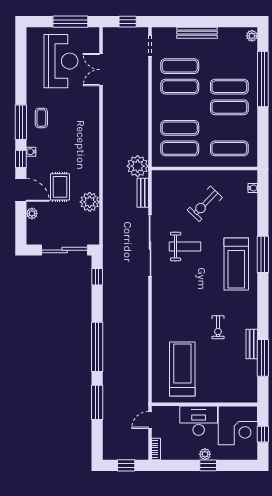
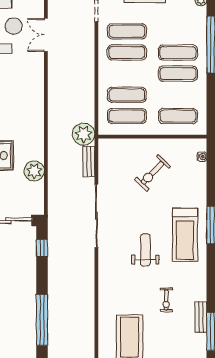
weight bench: (185, 246) -> (145, 250), moved, turned -90

